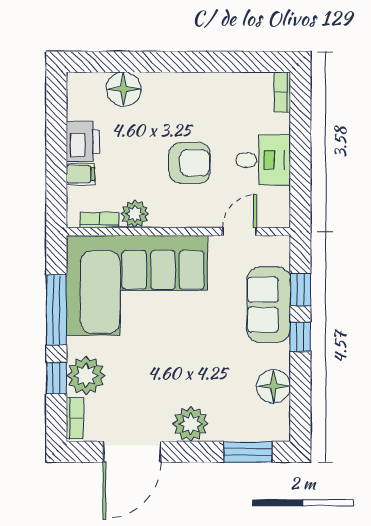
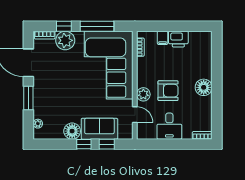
floor lamp: (124, 89) -> (204, 87), moved
armchair: (190, 163) -> (168, 91), turned -90
plant: (135, 214) -> (143, 94), moved
floor lamp: (273, 386) -> (72, 131), moved
plant: (191, 424) -> (38, 124), moved, width x0.53, depth x0.53
window: (248, 452) -> (28, 98), moved

